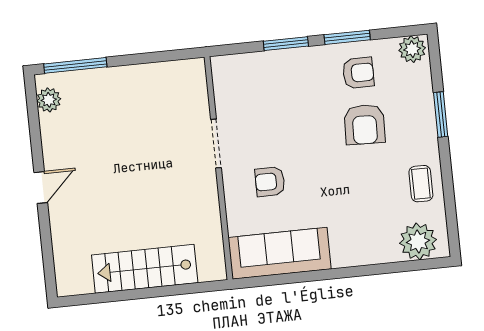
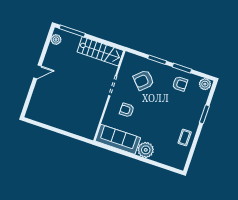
armchair: (365, 124) -> (144, 80), moved, turned 45
plant: (418, 241) -> (146, 150), moved
stairs: (145, 269) -> (100, 51), moved, turned 180

